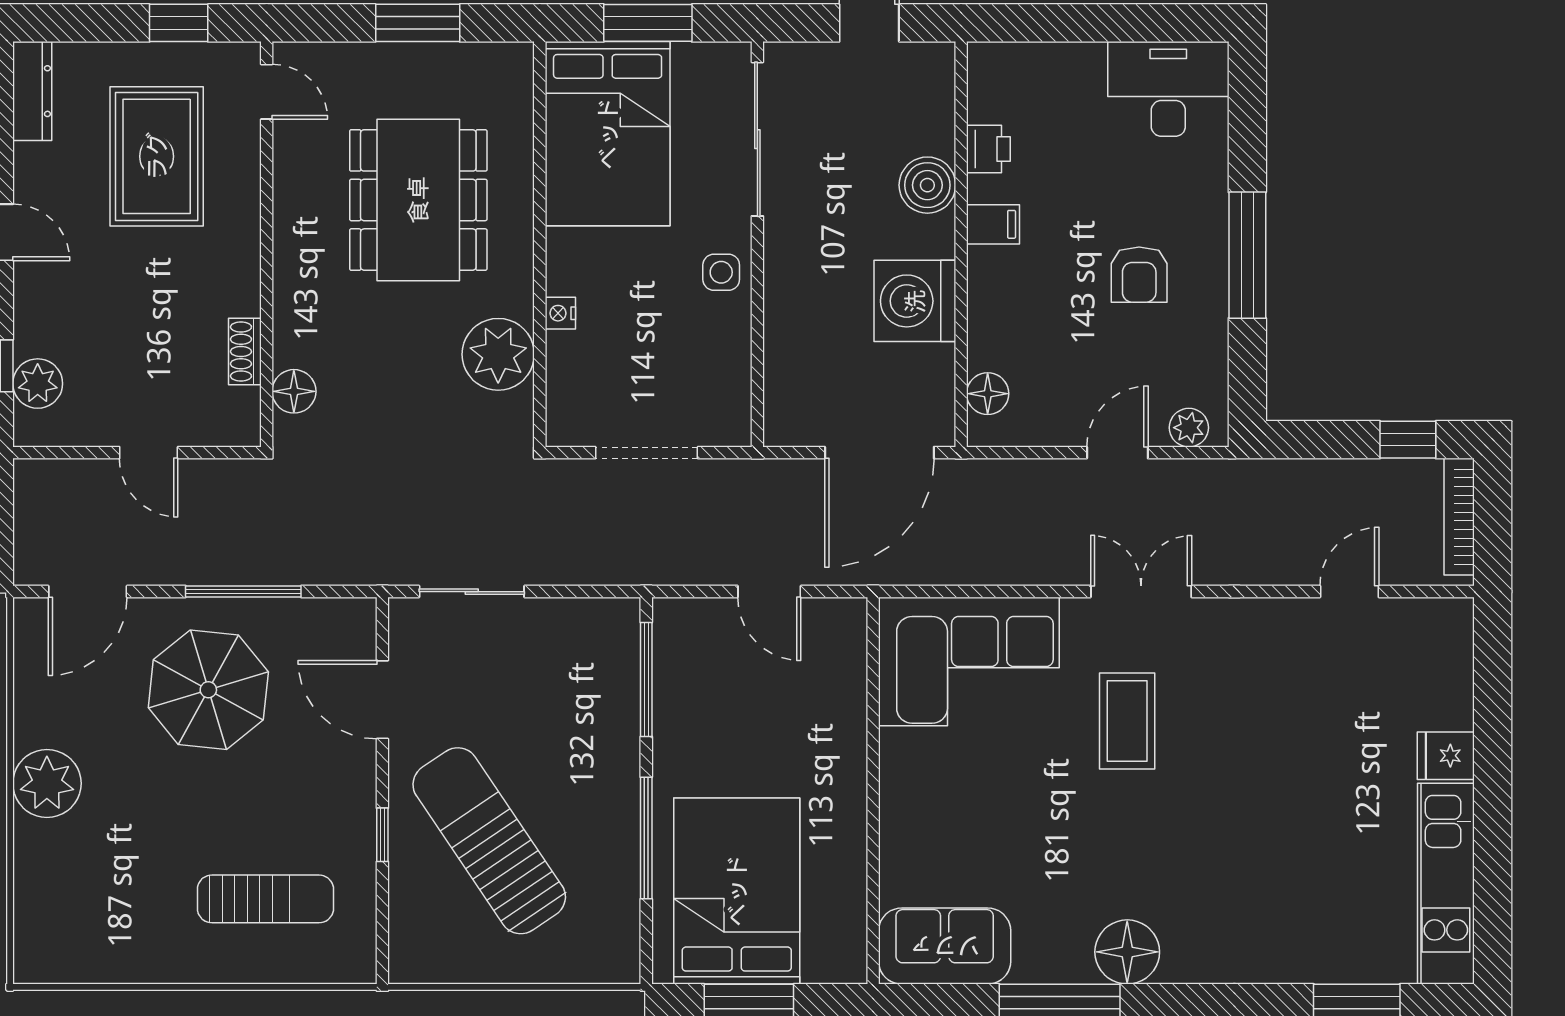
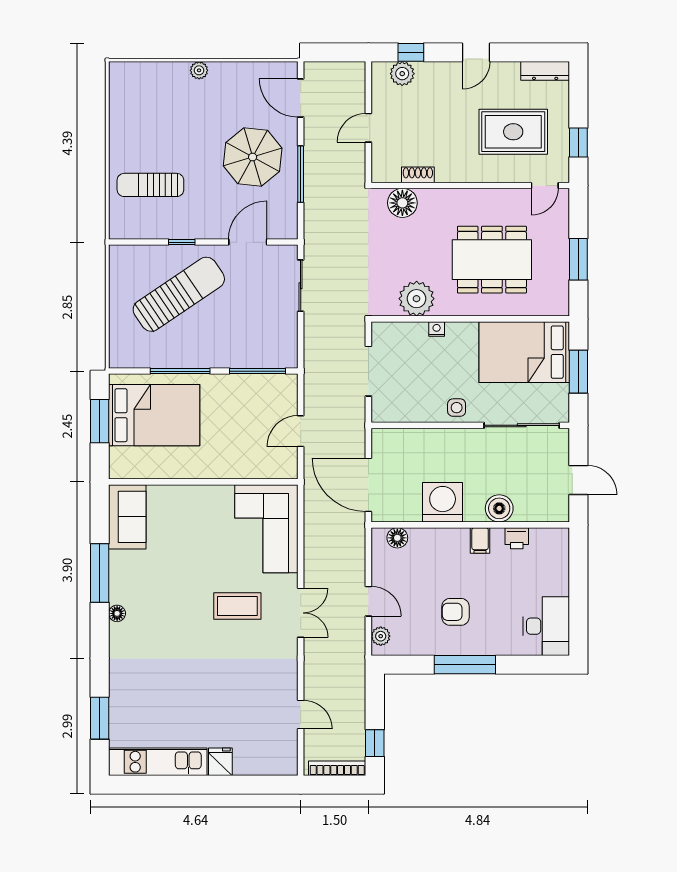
floor lamp: (294, 391) -> (402, 203), width x1.38, depth x1.38
plant: (47, 783) -> (199, 70), width x0.53, depth x0.53
sun lounger: (265, 899) -> (150, 185), turned 90
floor lamp: (1127, 952) -> (117, 613), width x0.53, depth x0.53

